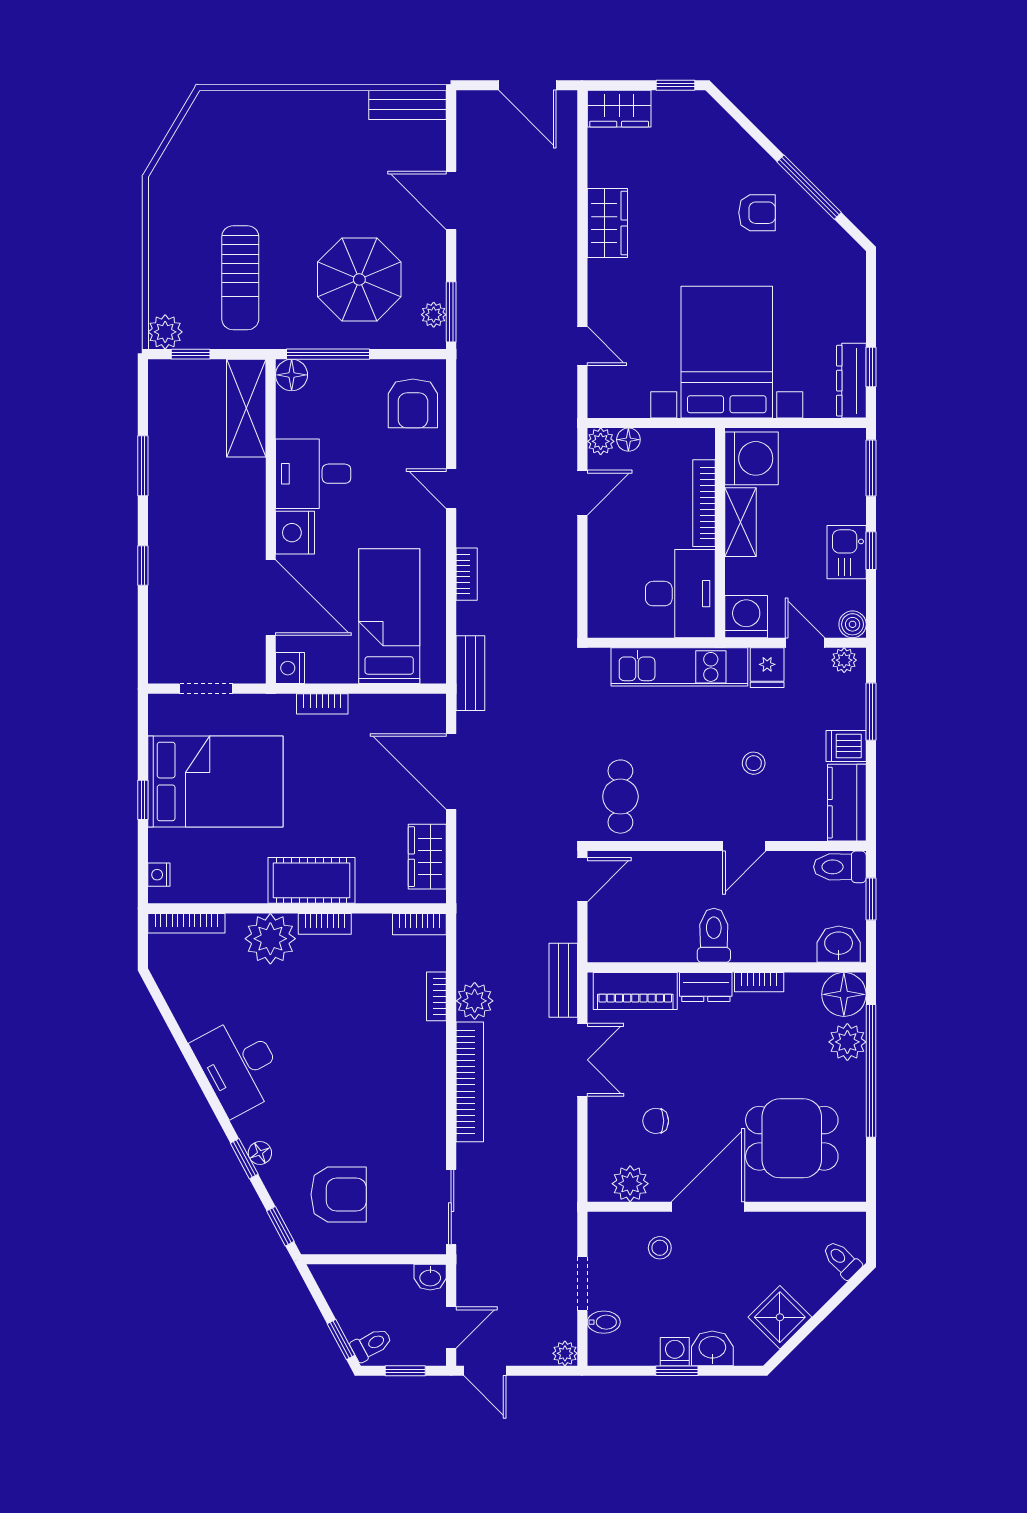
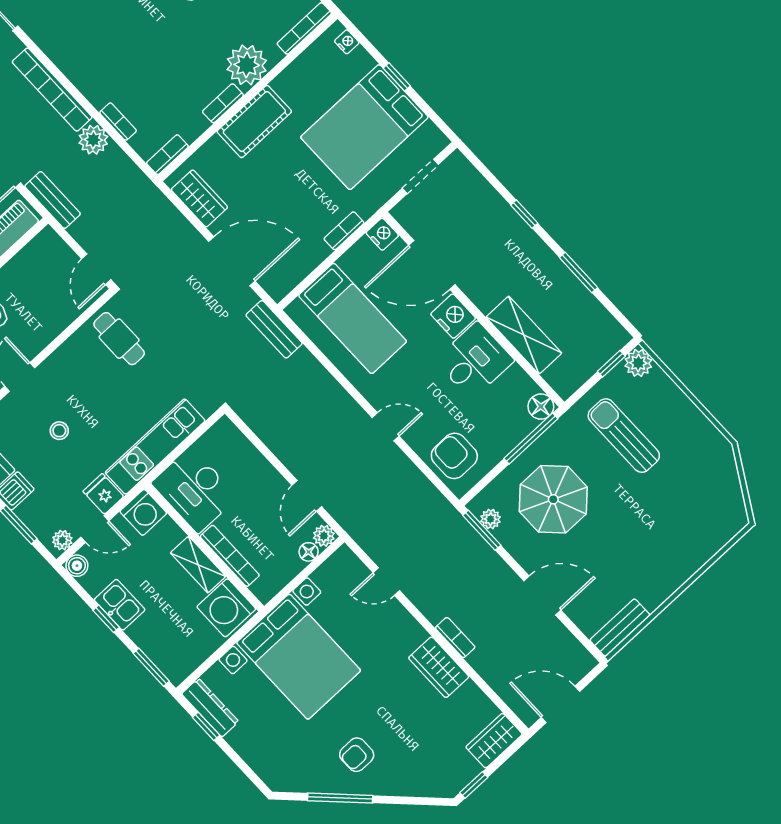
shelving: (246, 408) -> (524, 335), moved
bookcase: (467, 574) -> (455, 638), moved, turned 180

